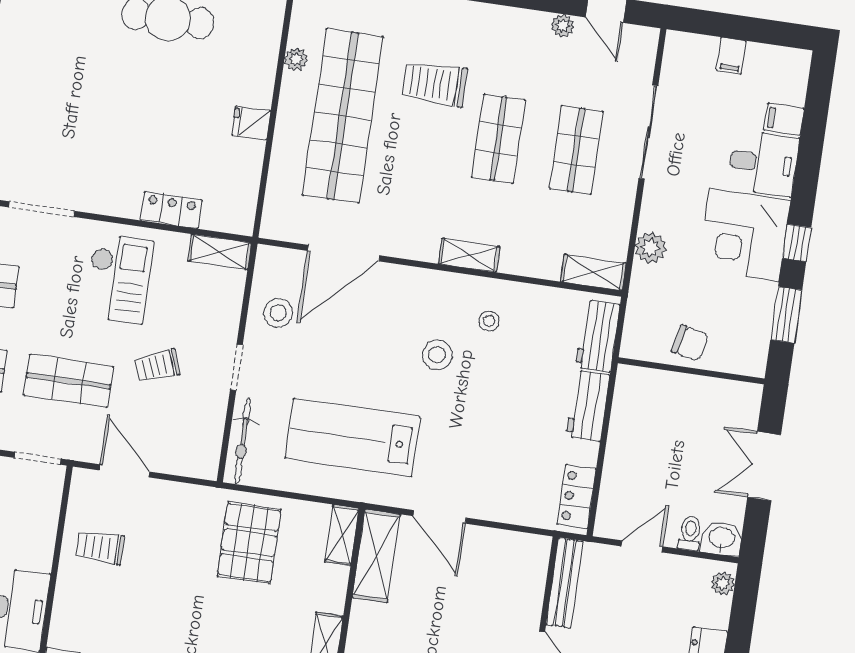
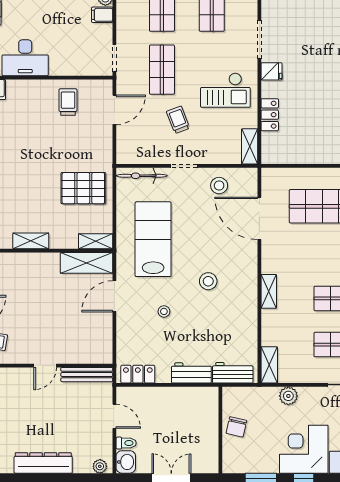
fridge: (251, 123) -> (271, 71), moved, turned 90
stool: (489, 321) -> (164, 311), moved

